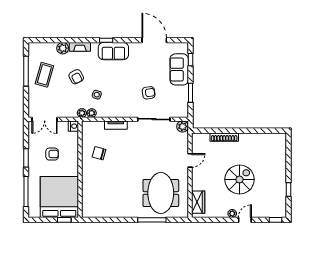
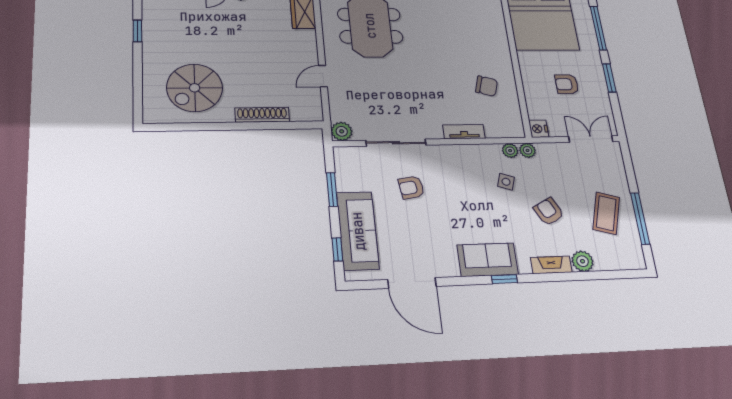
sofa: (179, 69) -> (358, 231), width x1.36
spiral stairs: (240, 179) -> (195, 88), moved

